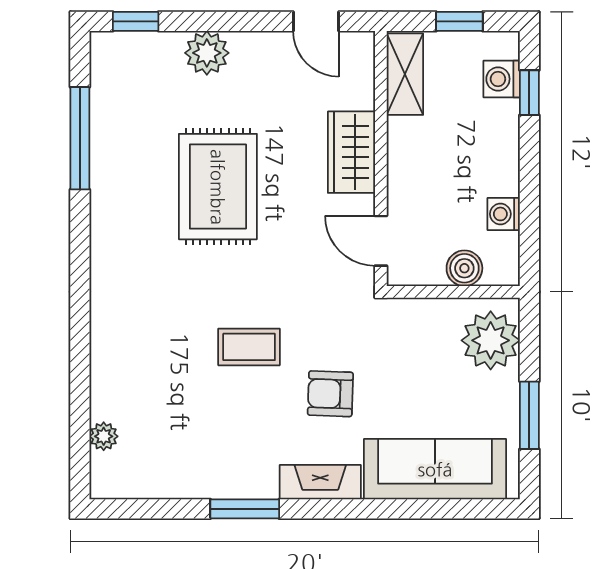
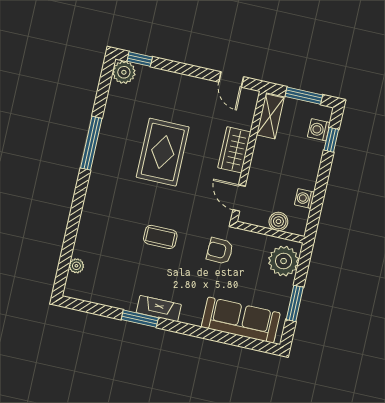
window: (459, 21) -> (304, 96), width x1.50
plant: (207, 53) -> (124, 72), moved
window: (80, 138) -> (91, 143), moved
armchair: (330, 394) -> (220, 251), moved
fireplace: (320, 482) -> (159, 309), moved

